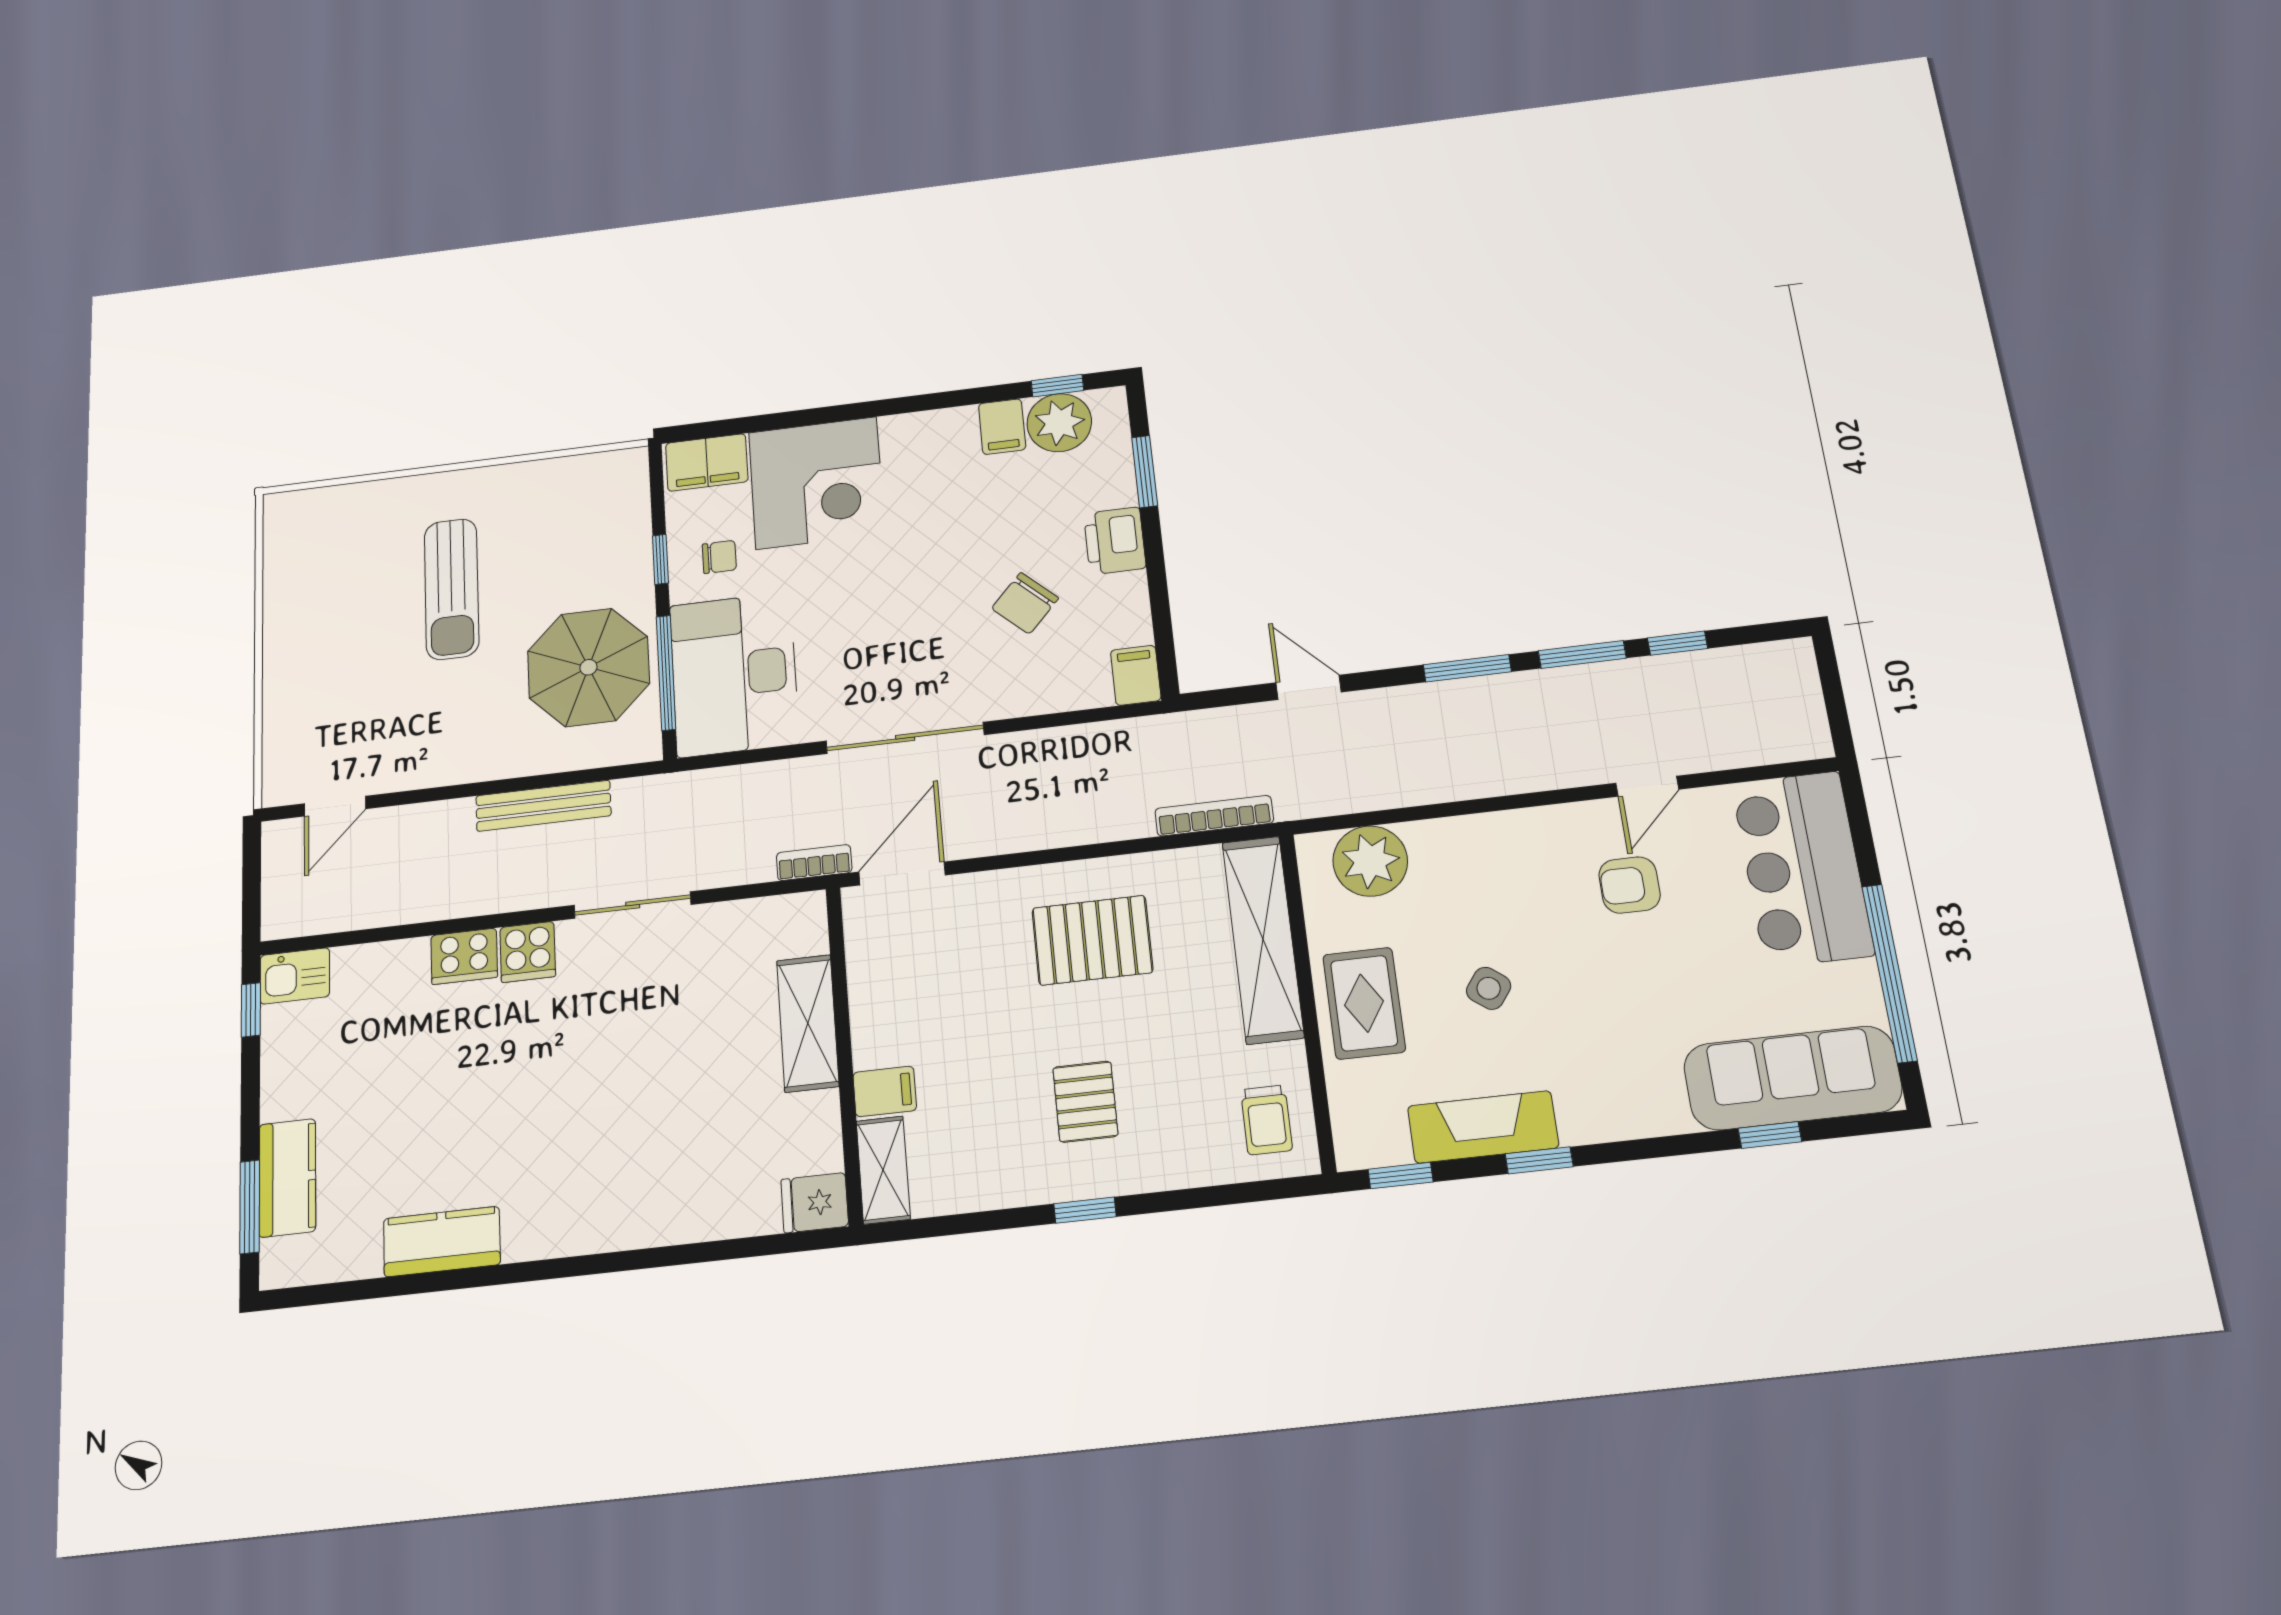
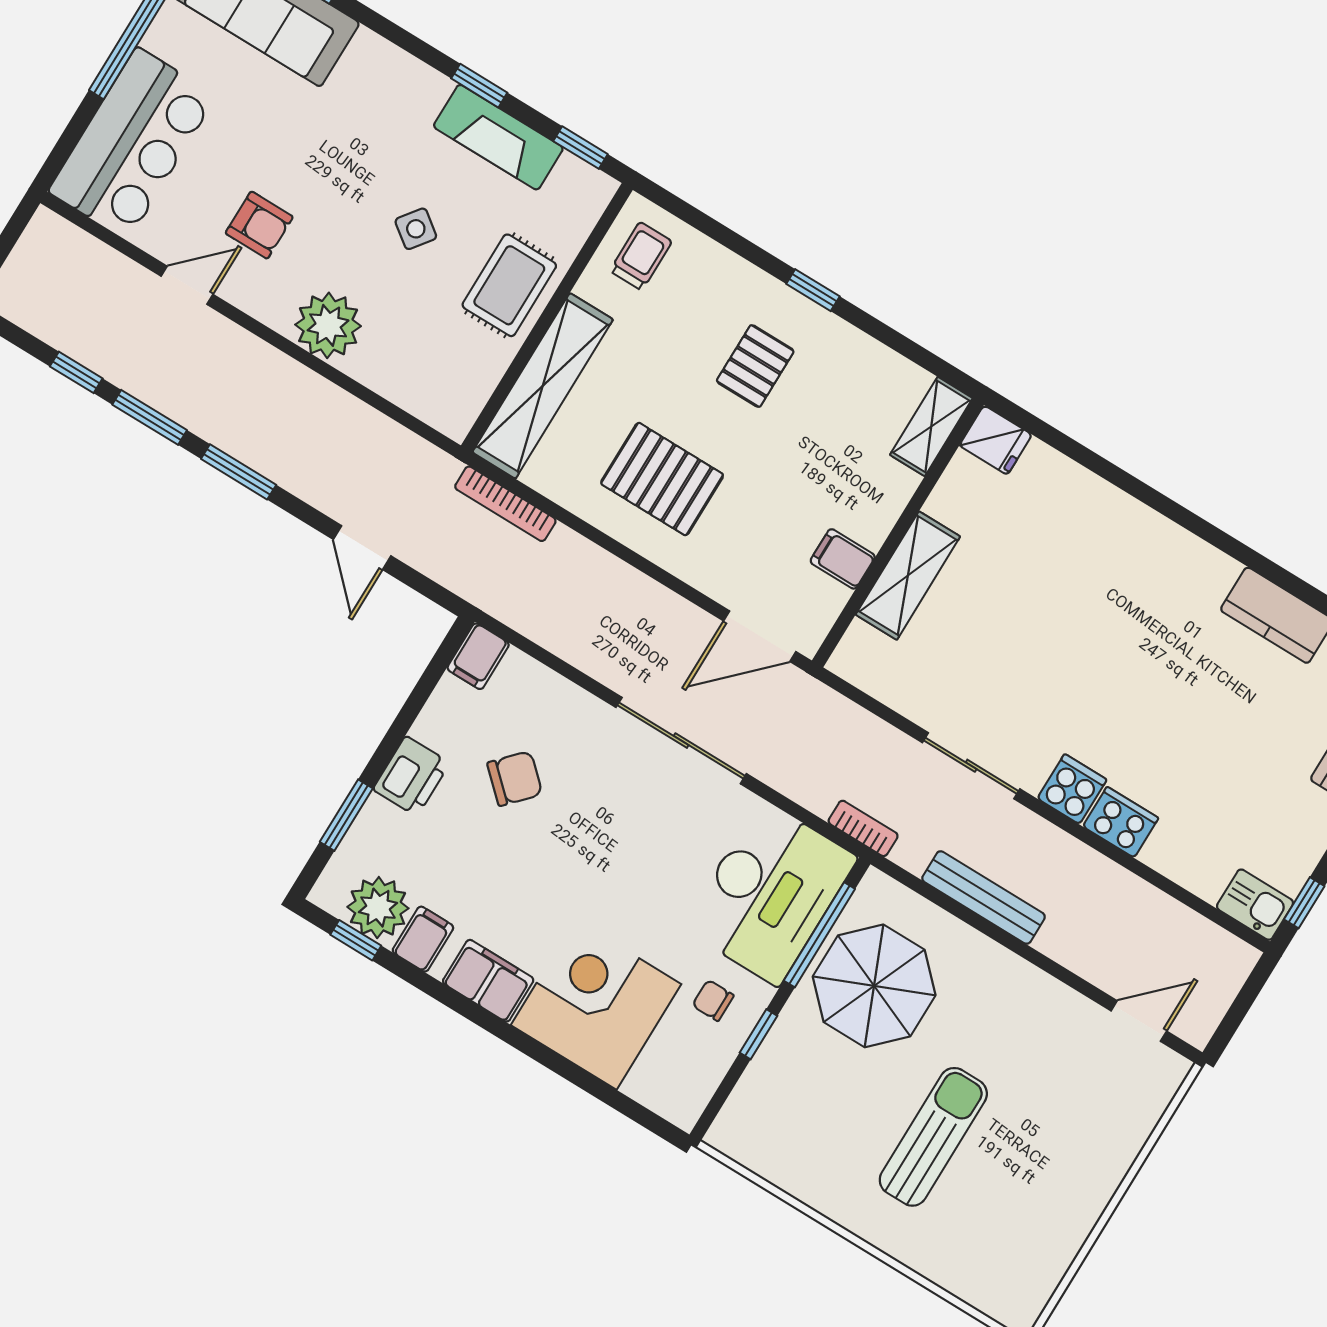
filing cabinet: (707, 462) -> (488, 981), moved
plant: (1370, 861) -> (328, 325), moved
bookcase: (814, 863) -> (863, 828), moved, turned 180
filing cabinet: (885, 1091) -> (843, 559), moved

